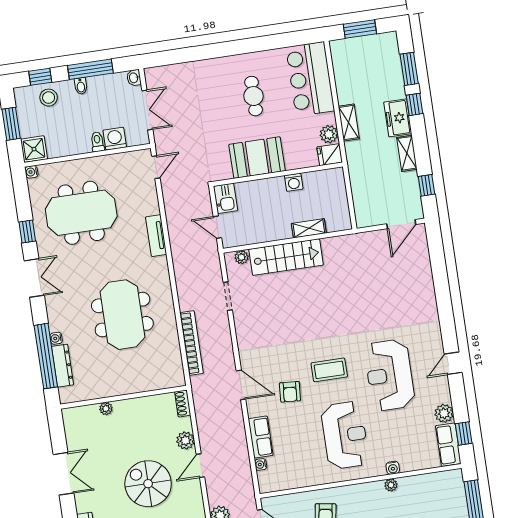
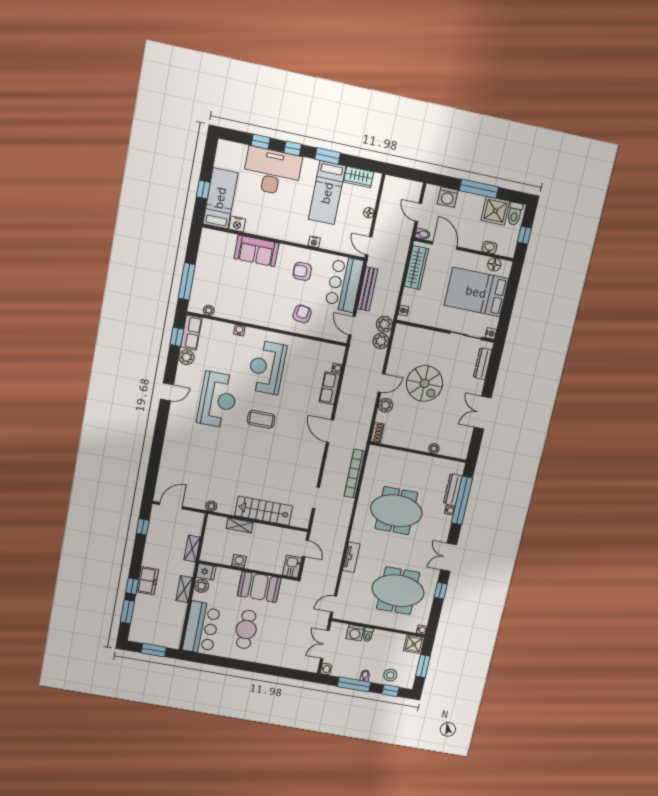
cafe table: (254, 96) -> (246, 629), width x1.37, depth x1.35
shelving: (407, 153) -> (192, 548), moved
plant: (242, 257) -> (211, 506), moved
meeting table: (122, 315) -> (396, 511), turned 90
armchair: (290, 392) -> (296, 414), removed
plant: (391, 485) -> (209, 310), moved

